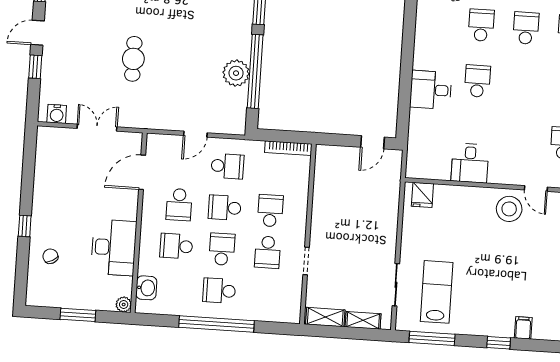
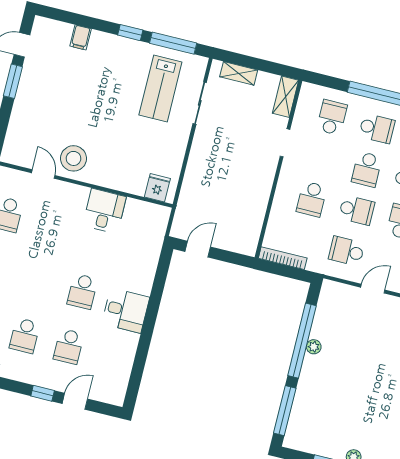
plant: (236, 73) -> (314, 347), width x0.53, depth x0.53
desk: (431, 90) -> (126, 310), moved
school desk: (268, 252) -> (332, 117), moved
shelving: (325, 317) -> (286, 97), moved, turned 90
window: (499, 343) -> (130, 33), moved

